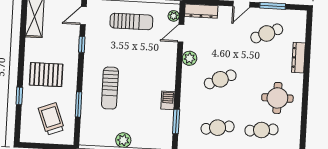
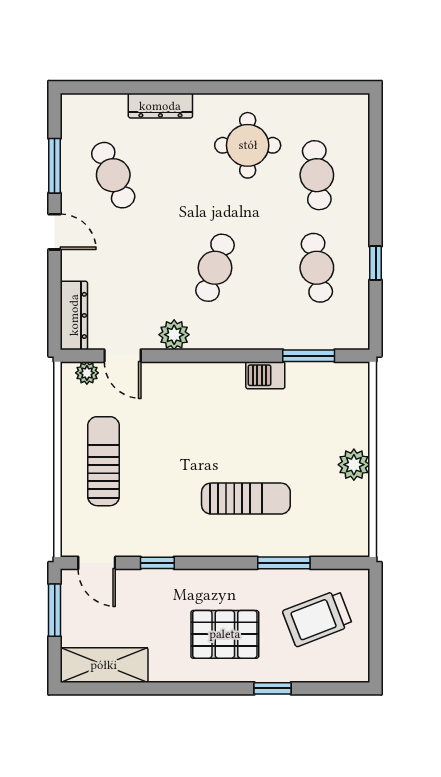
pallet: (46, 75) -> (225, 634), turned 90
cafe table: (220, 79) -> (215, 268), turned 42

